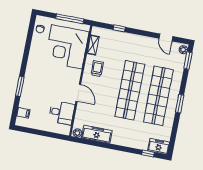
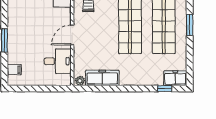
door: (78, 93) -> (72, 35), swing flipped

